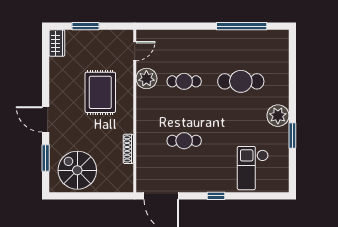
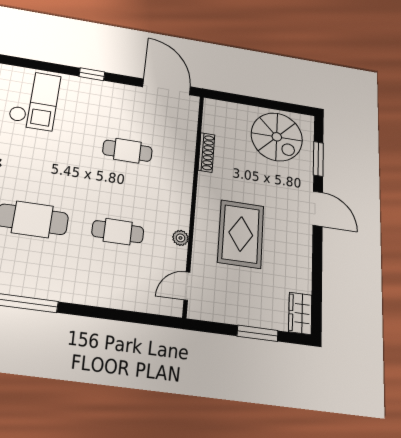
plant: (146, 78) -> (180, 238), width x0.53, depth x0.53

